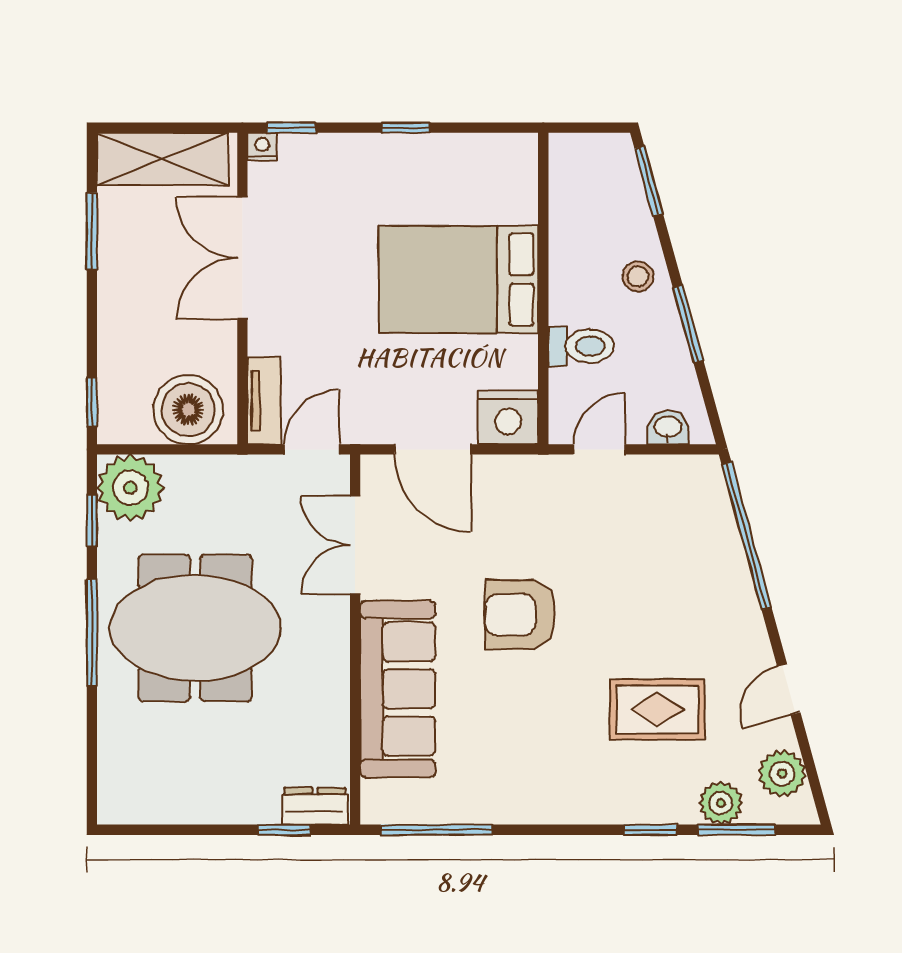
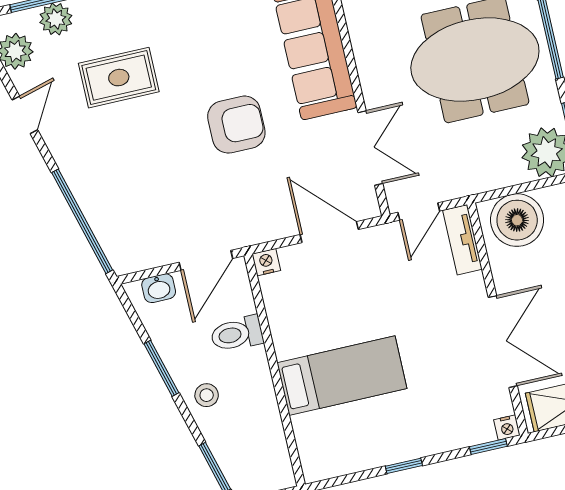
bed: (459, 279) -> (342, 376), width x0.67
nightstand: (508, 417) -> (266, 262), width x0.53, depth x0.56
door: (599, 449) -> (206, 260), width x1.38

